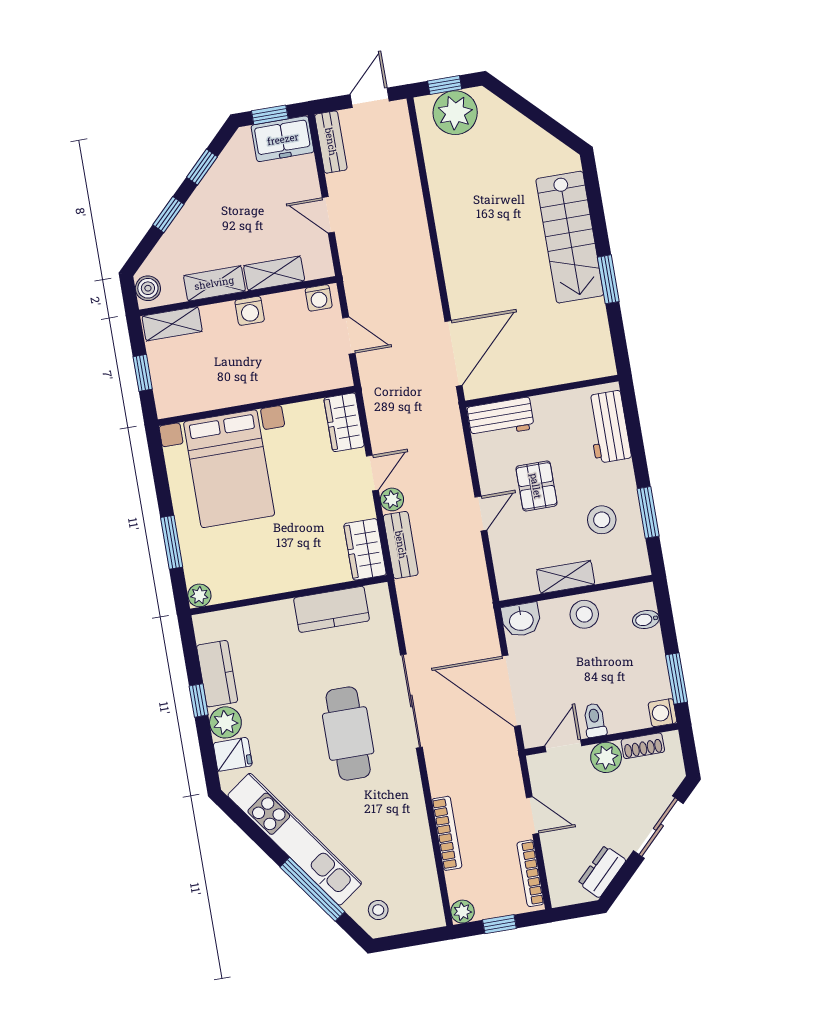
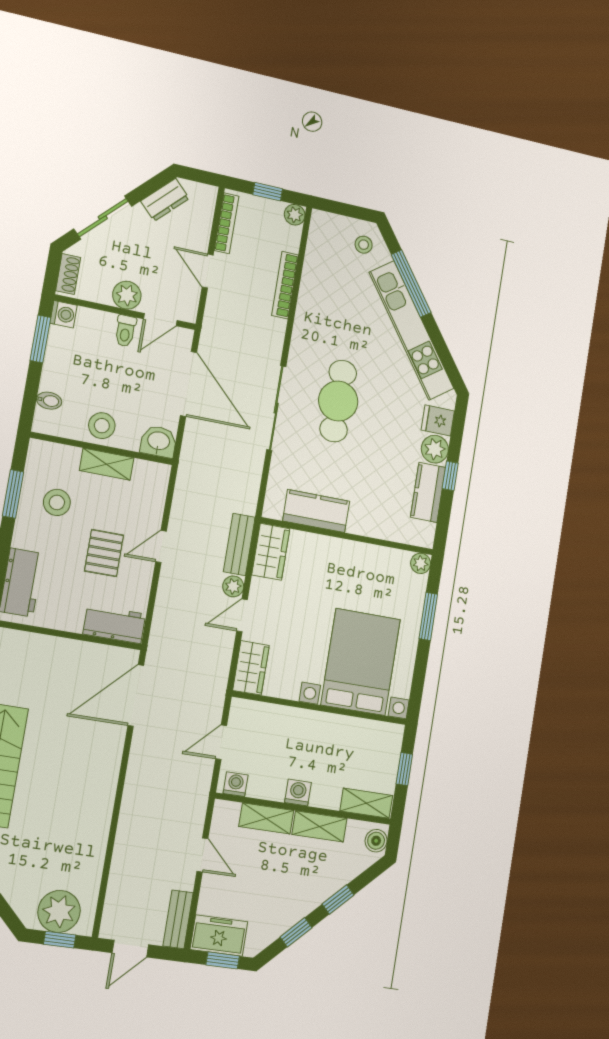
door: (349, 336) -> (221, 742), hinge flipped
shoe rack: (643, 746) -> (68, 274), moved, turned 90

